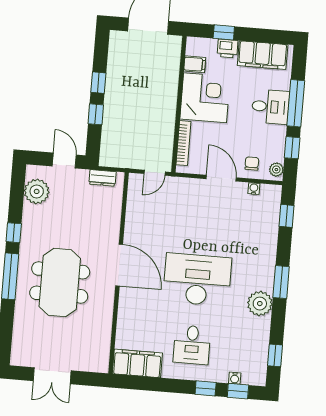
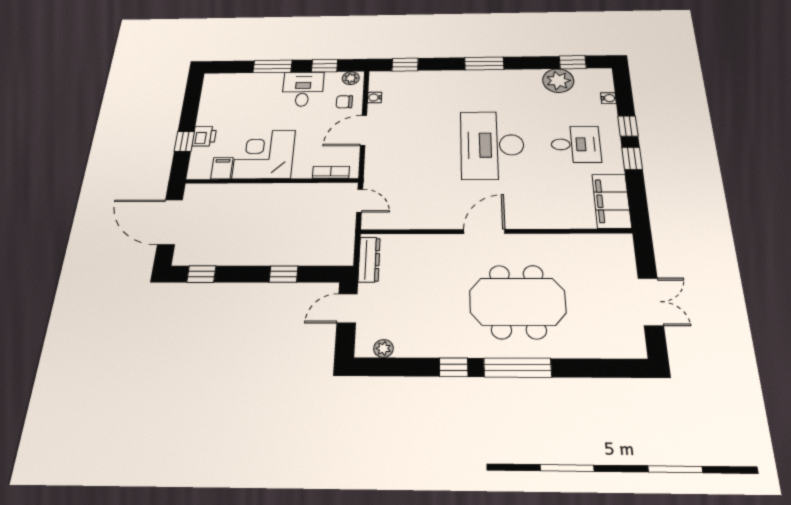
filing cabinet: (263, 55) -> (214, 102), removed
window: (98, 83) -> (201, 274), moved
window: (296, 103) -> (273, 66), width x0.69
desk: (270, 107) -> (303, 89), moved
bookcase: (183, 143) -> (331, 172), width x0.64
dresser: (103, 178) -> (369, 260), width x1.44
plant: (37, 191) -> (383, 348), width x0.53, depth x0.53
door: (119, 265) -> (484, 231), width x0.73
plant: (260, 304) -> (558, 81), moved
window: (238, 391) -> (632, 158), moved

